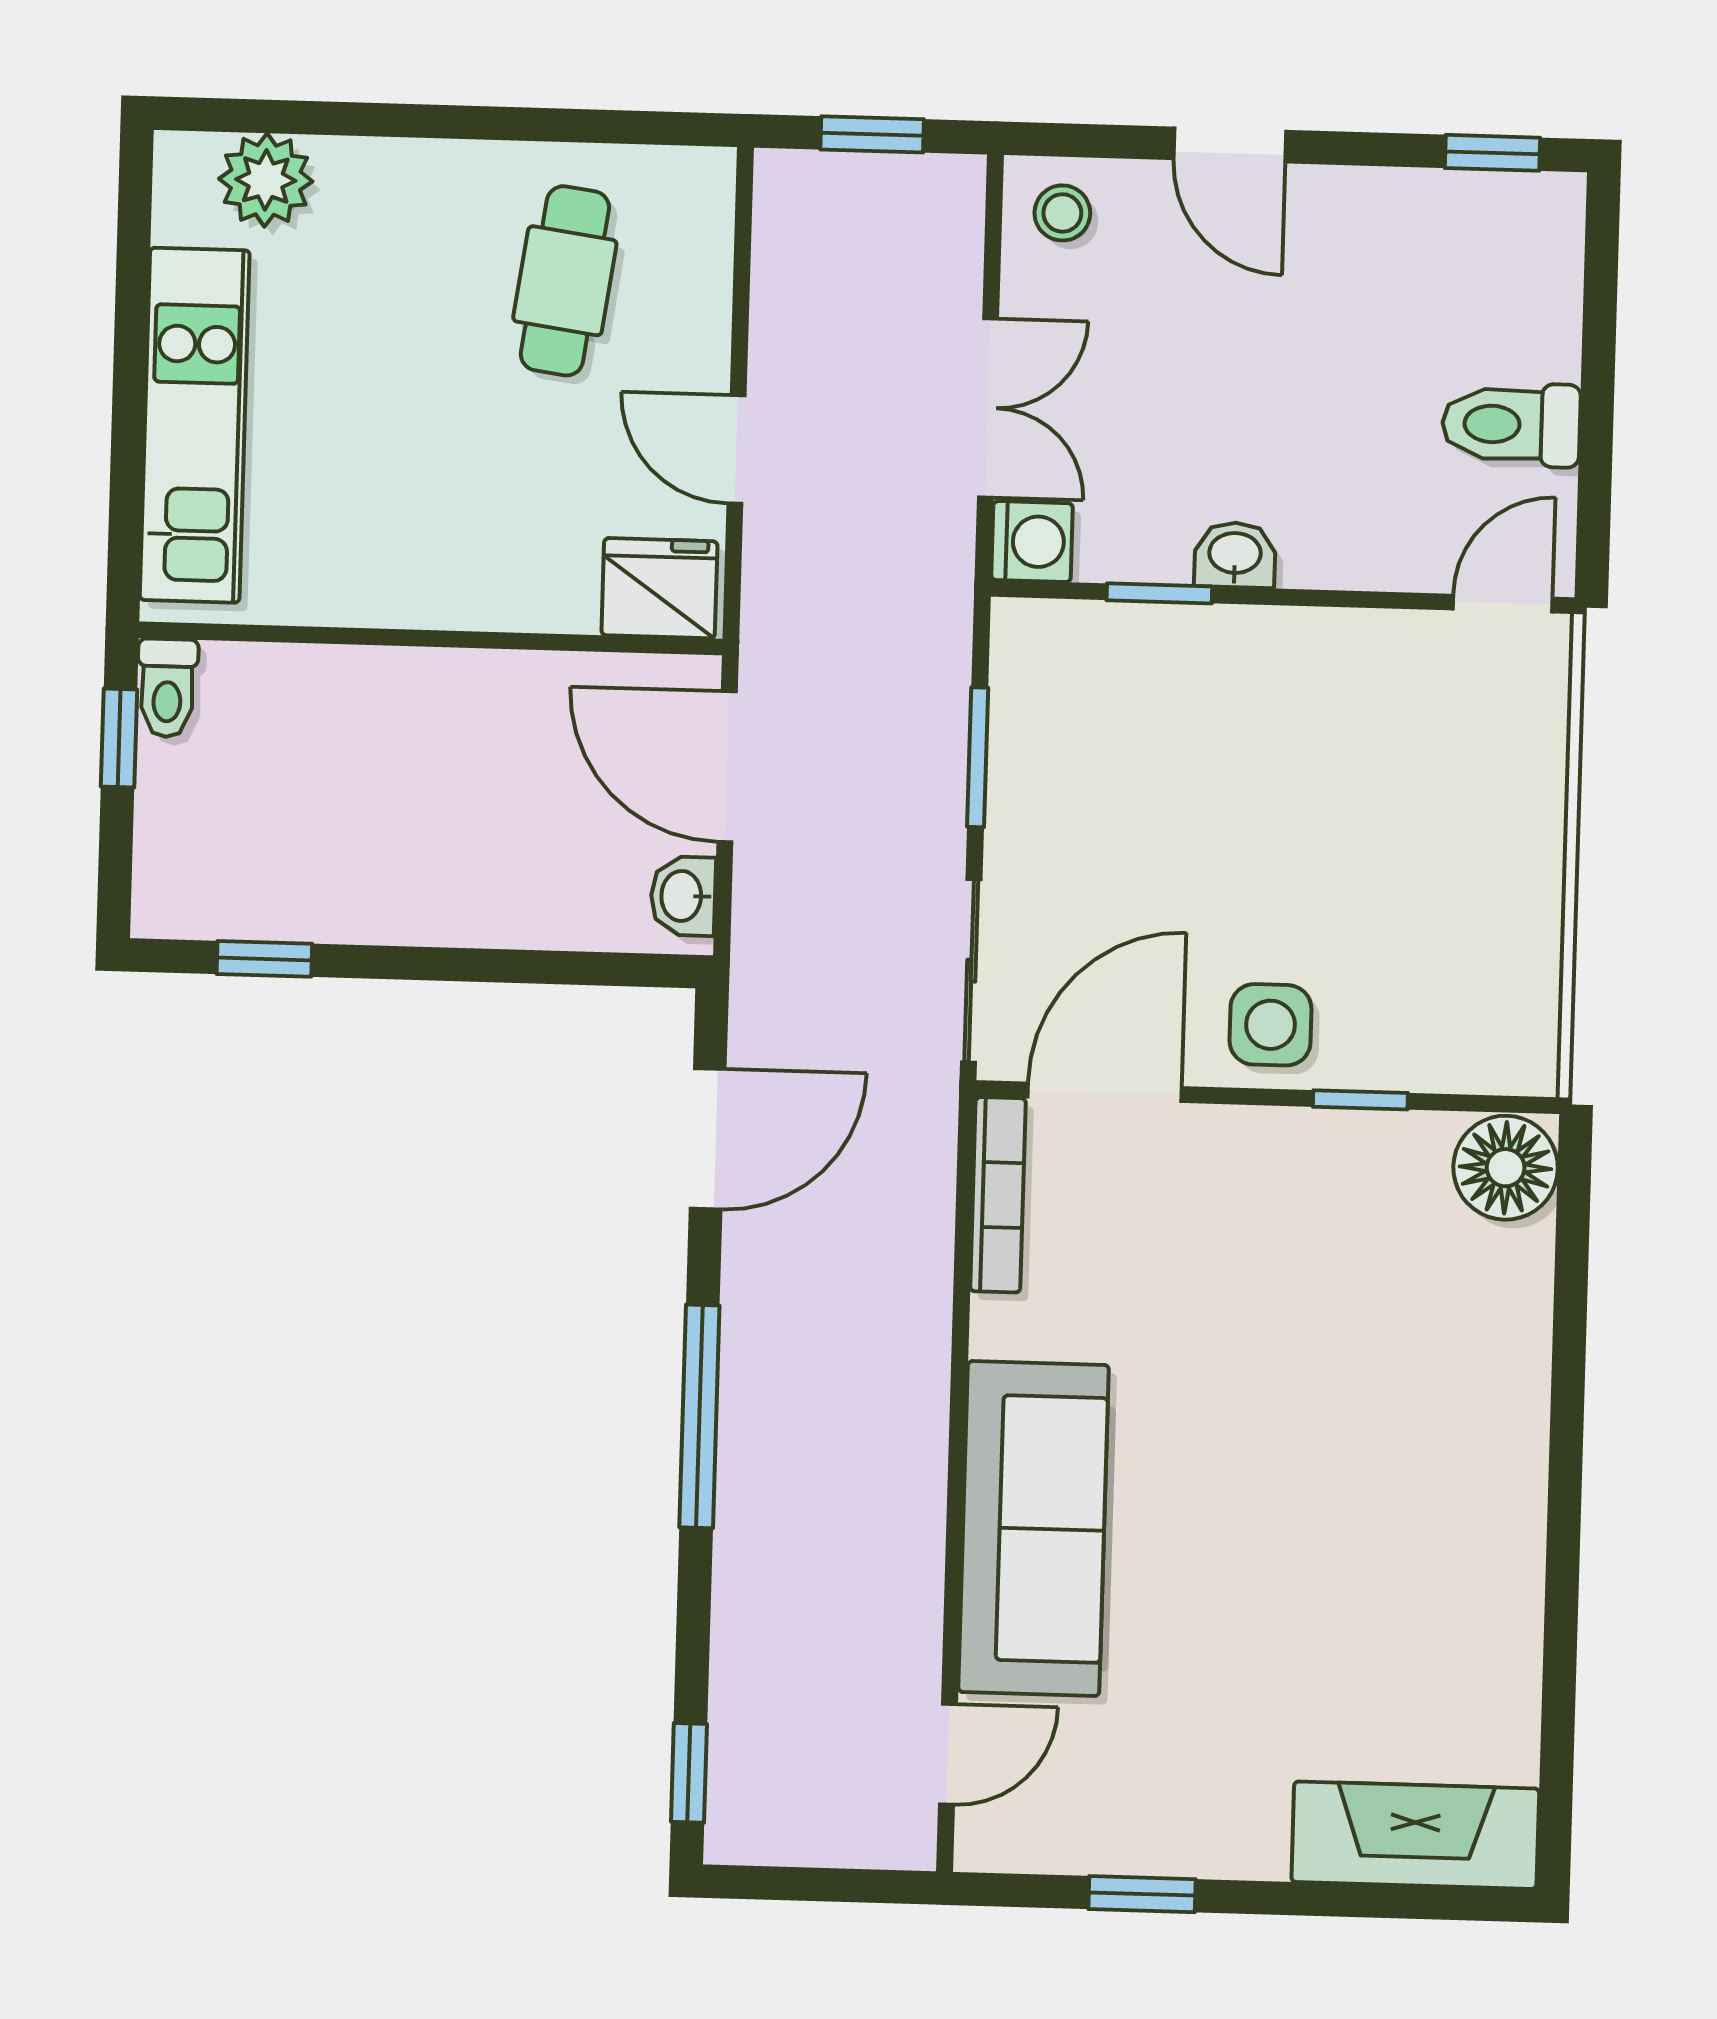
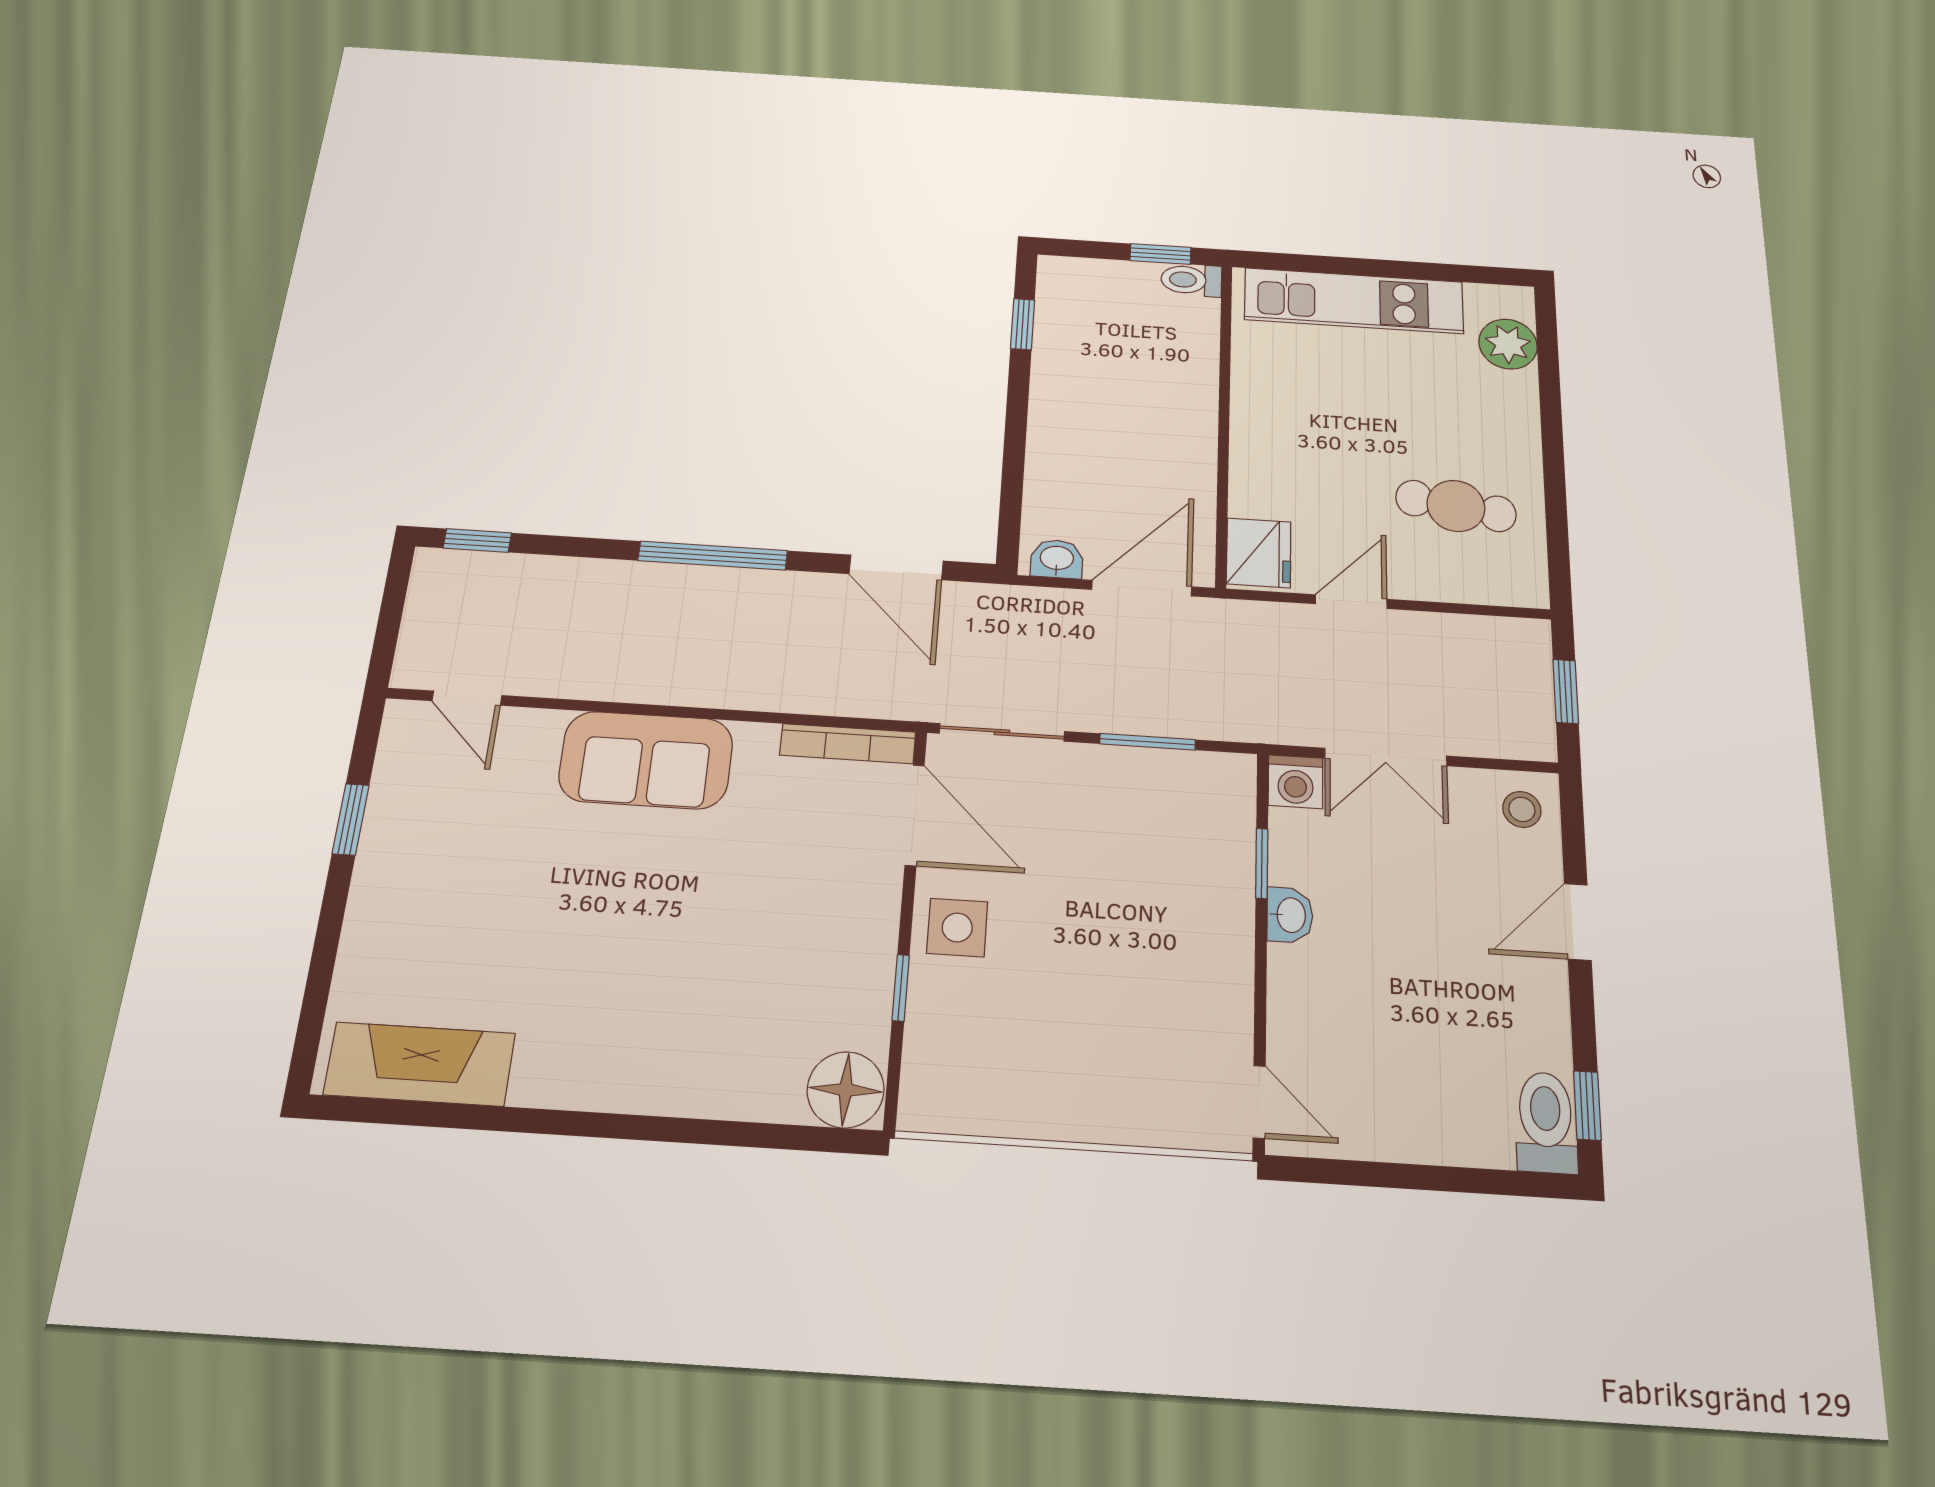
toilet: (1511, 425) -> (1546, 1122), moved
sofa: (1034, 1529) -> (646, 760), width x0.73
fireplace: (1415, 1835) -> (420, 1064), moved, turned -90

